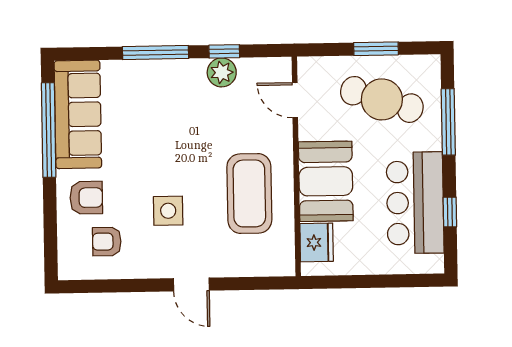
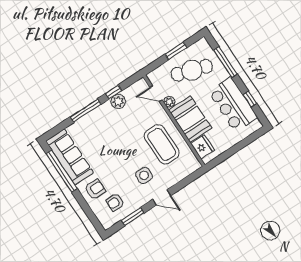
plant: (309, 129) -> (169, 102), added
side table: (168, 211) -> (144, 175), moved
window: (121, 286) -> (133, 217), added

